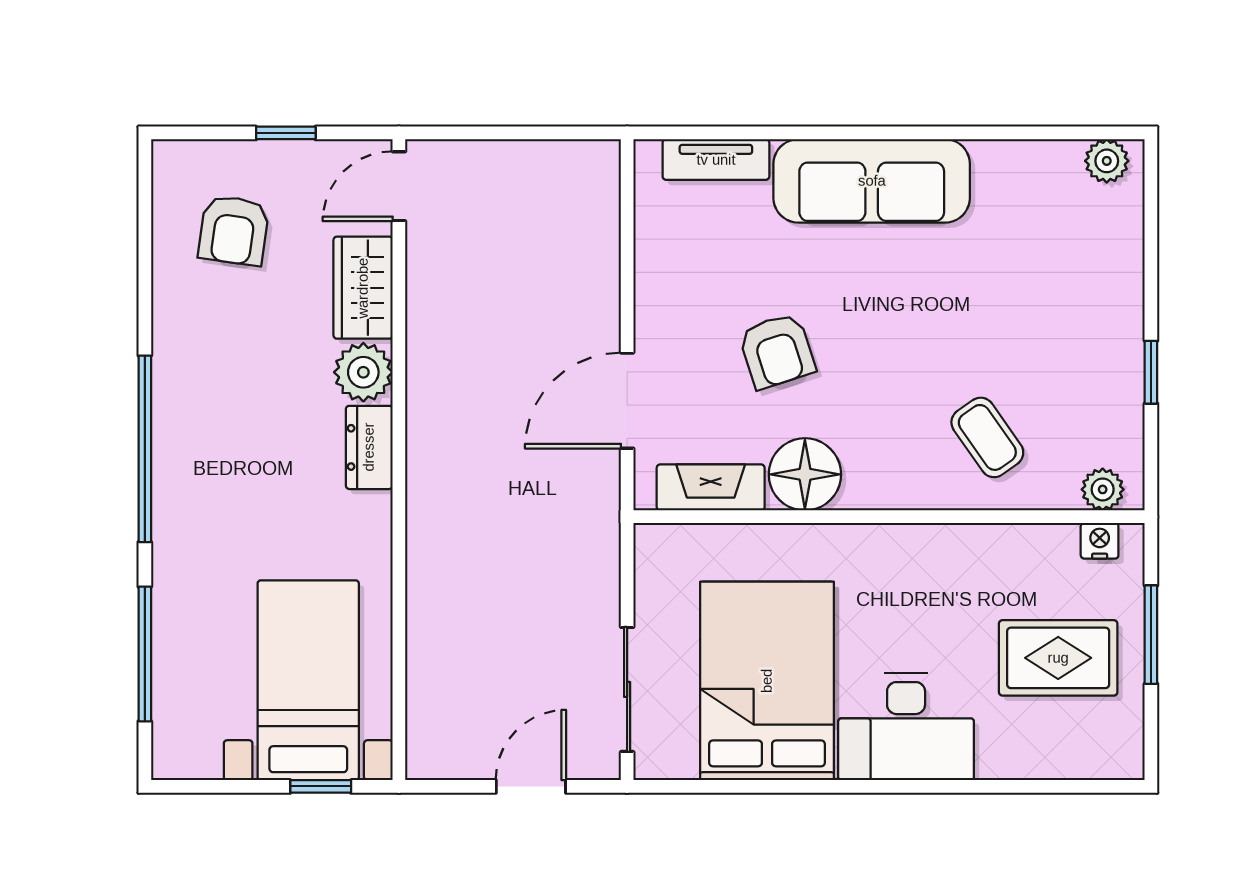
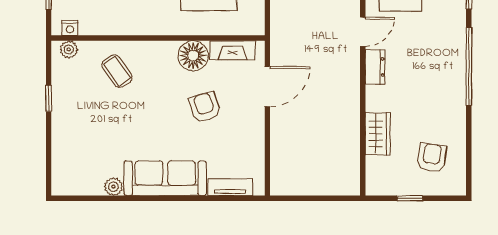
plant: (1107, 161) -> (113, 187), moved
door: (399, 186) -> (363, 32), moved
plant: (363, 372) -> (378, 98), removed

